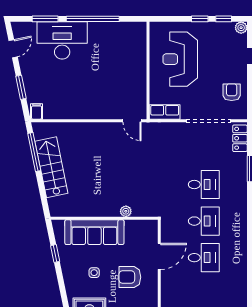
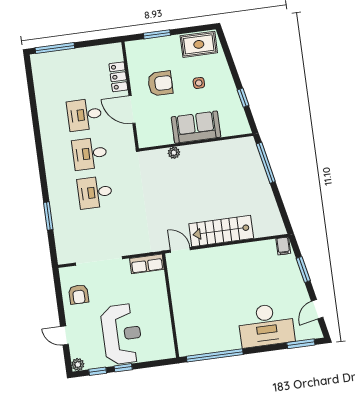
window: (45, 19) -> (301, 344), moved
window: (93, 19) -> (215, 355), moved
reception desk: (180, 59) -> (122, 334), moved
locker: (240, 138) -> (118, 77), moved, turned 180
window: (34, 152) -> (266, 163), moved
stairs: (51, 167) -> (221, 231), moved, turned 102
sofa: (94, 232) -> (196, 127), width x0.73
door: (159, 256) -> (132, 109), hinge flipped

